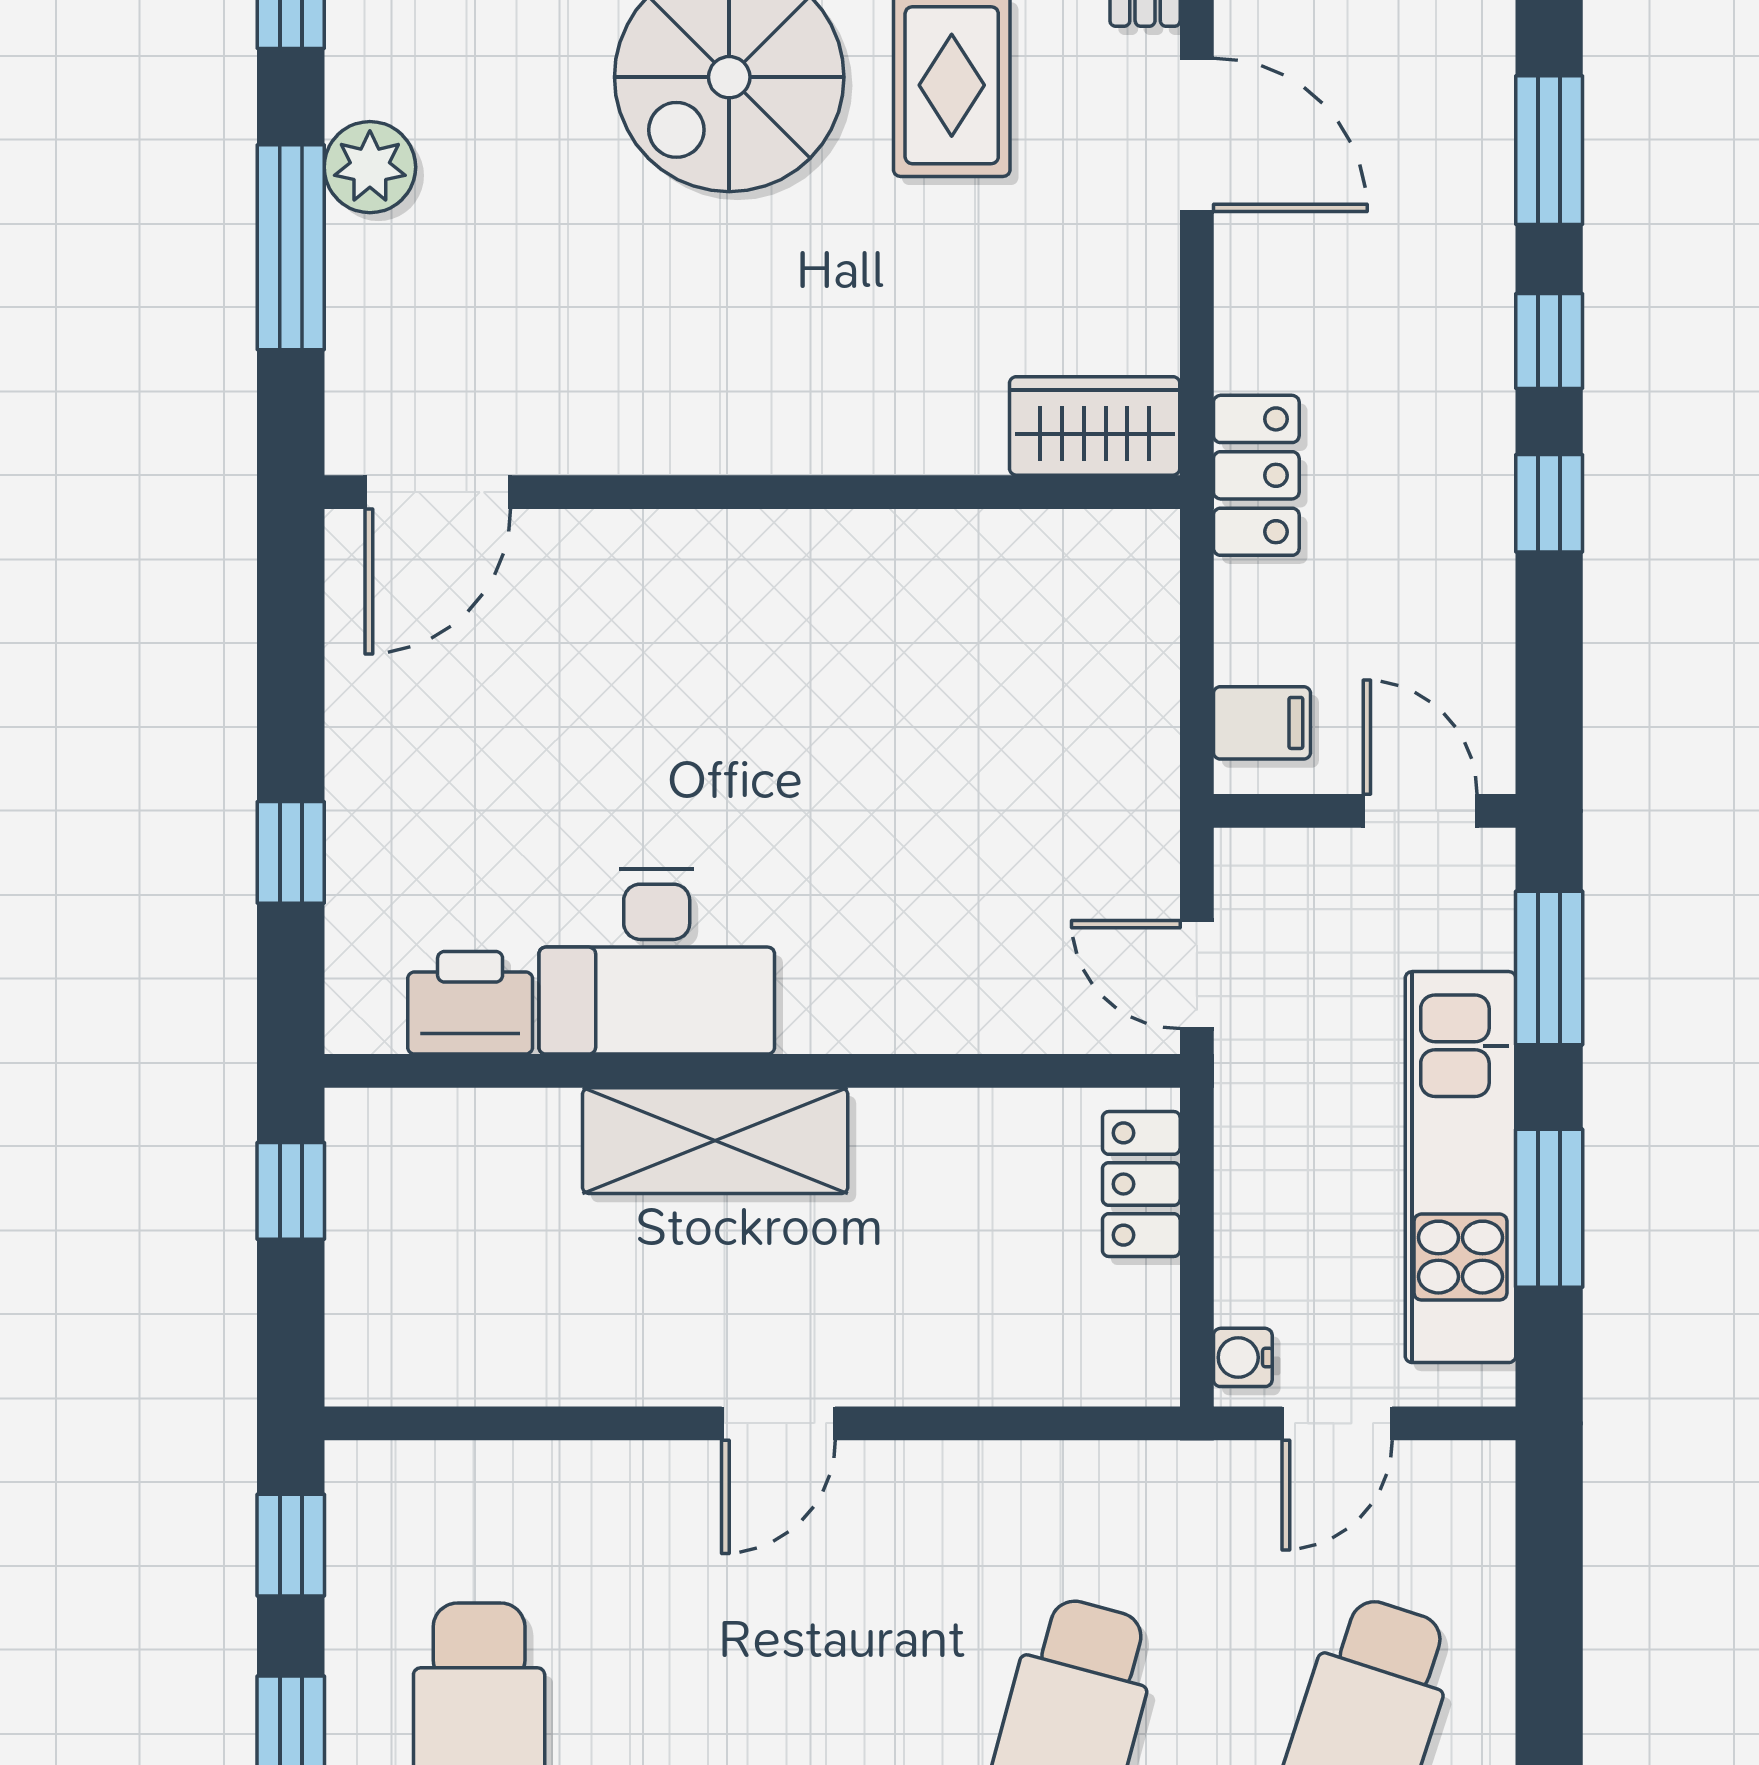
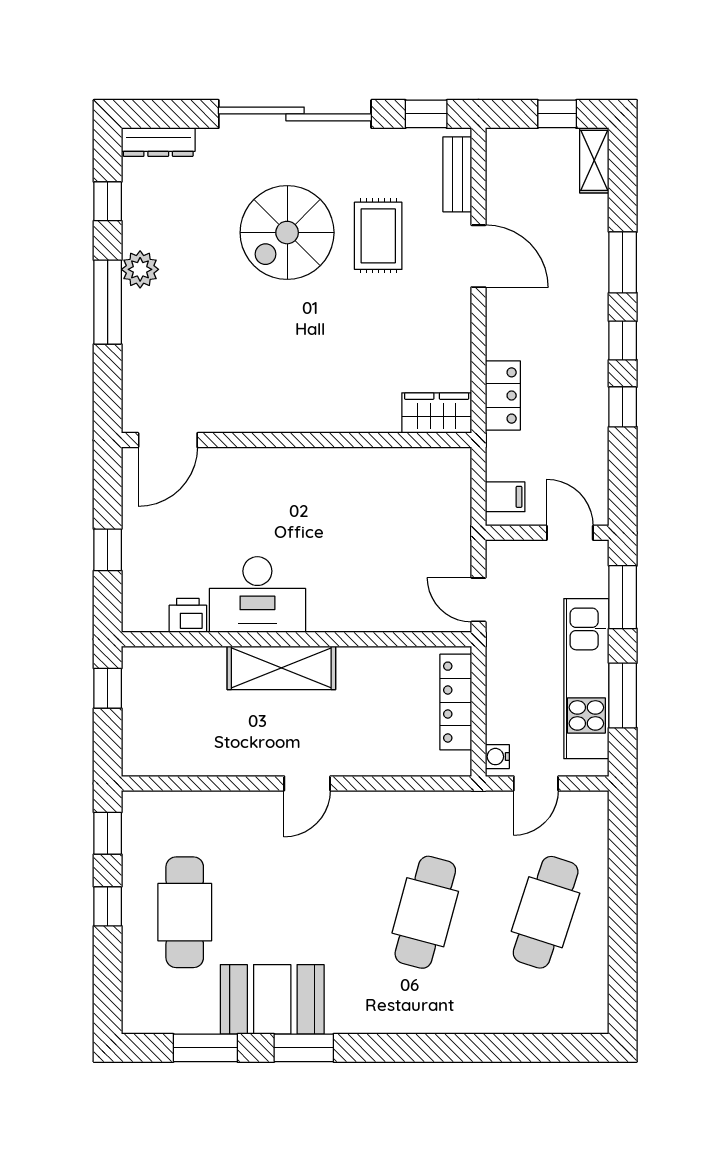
wardrobe: (1095, 426) -> (437, 413), moved
door: (438, 492) -> (168, 440), moved
wall: (752, 492) -> (296, 440), moved
printer: (470, 1003) -> (188, 615), width x0.73, depth x0.81
locker: (1141, 1184) -> (456, 702), width x1.53

